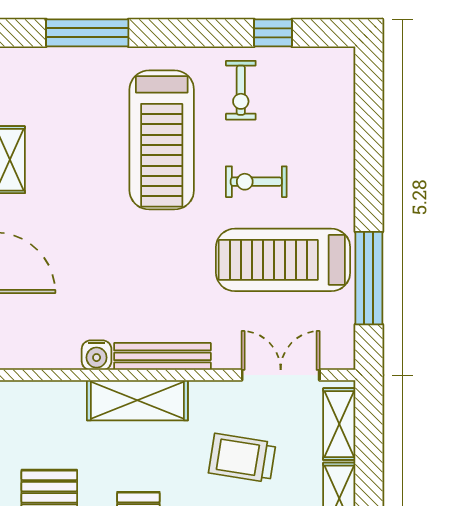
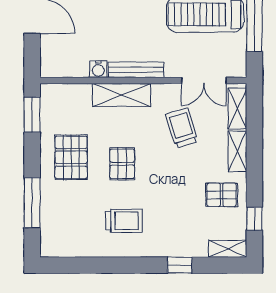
double door: (281, 375) -> (204, 80), swing flipped
trolley: (242, 458) -> (182, 128), turned 64

